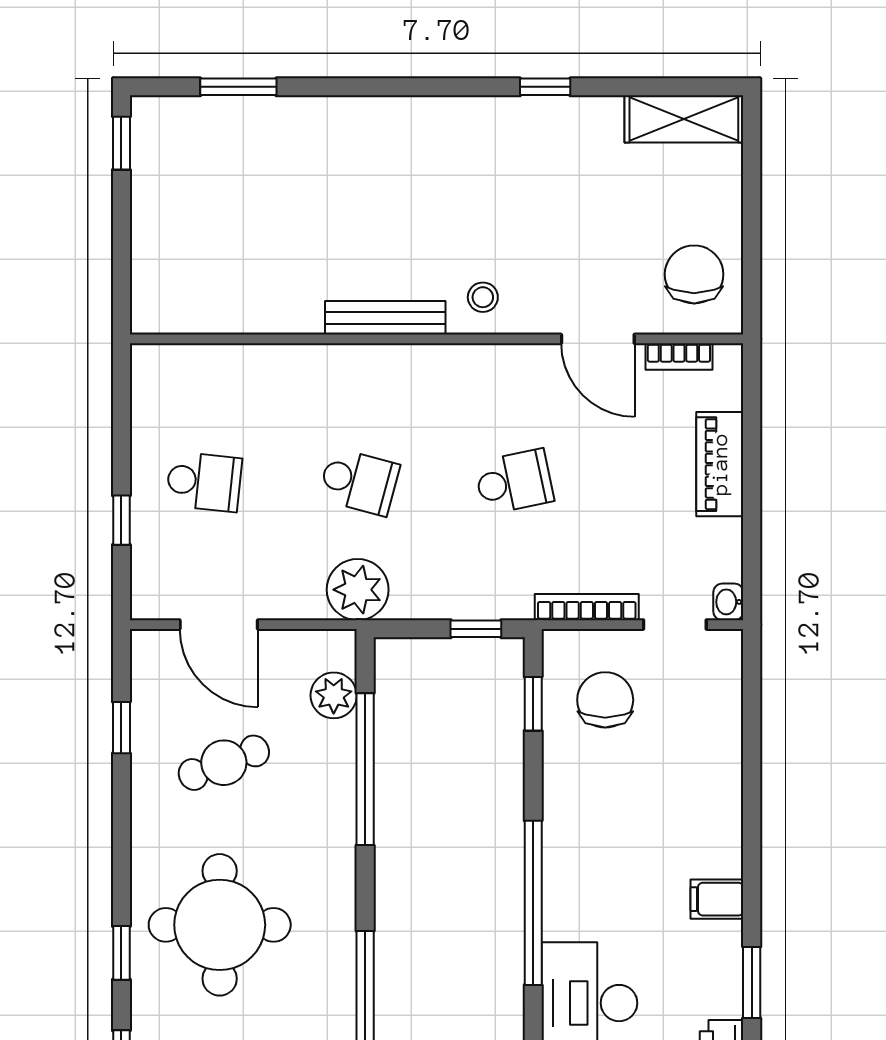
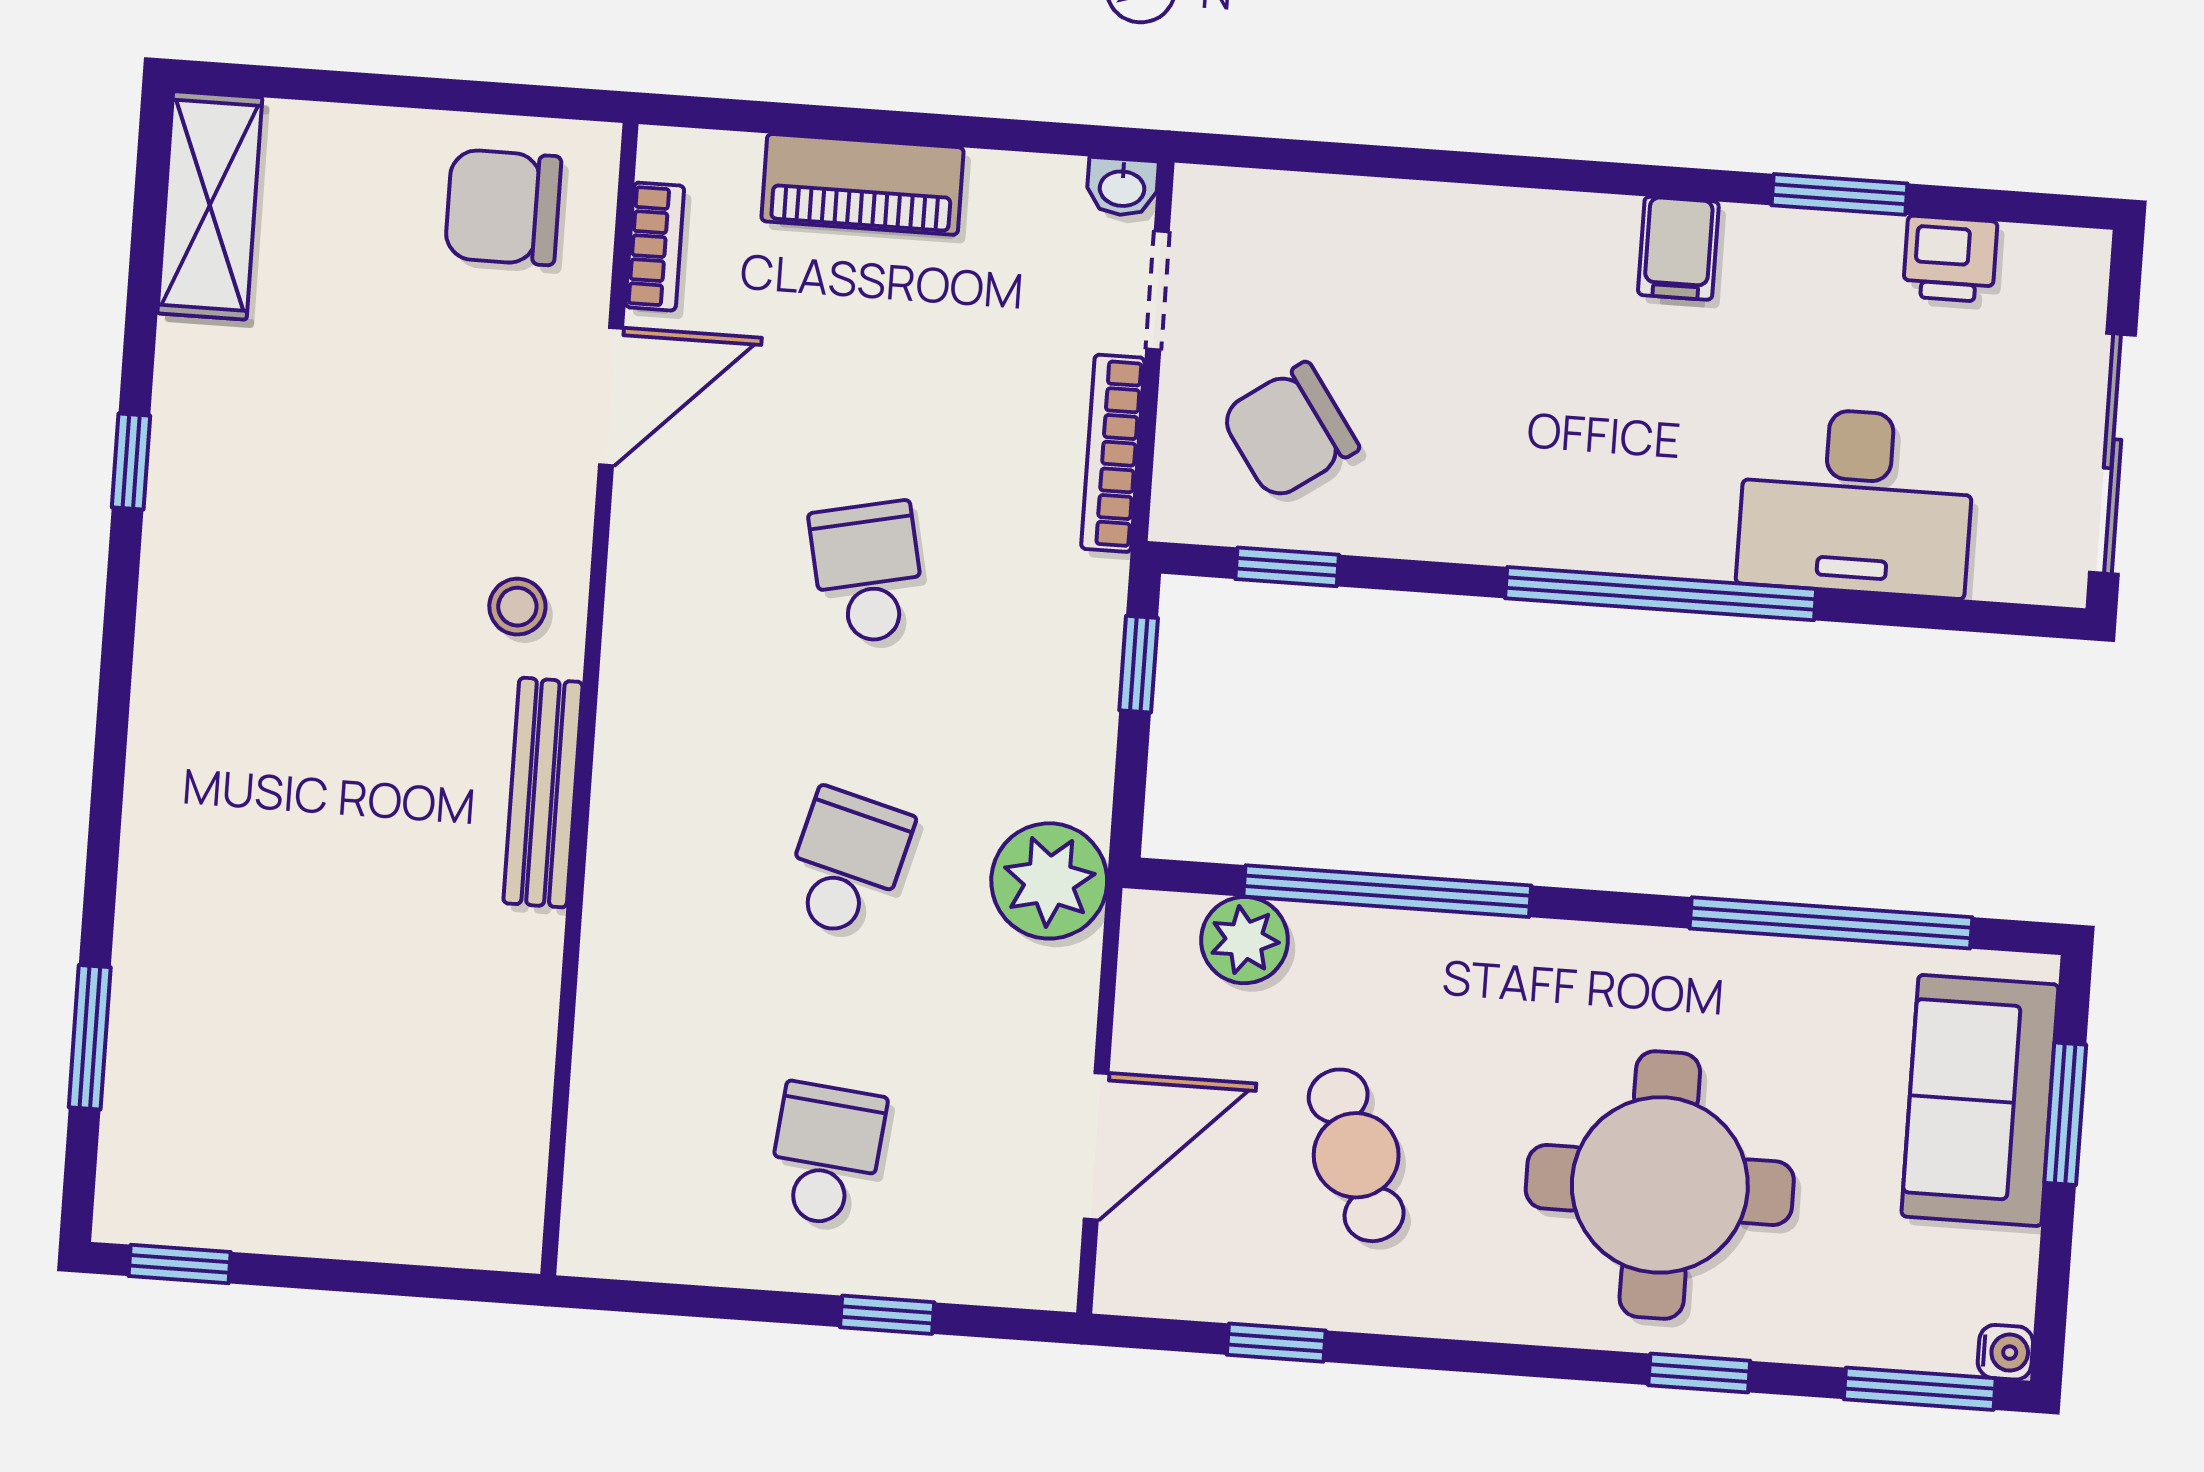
chair: (605, 700) -> (1289, 431), turned -35

